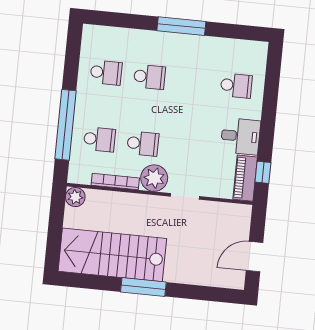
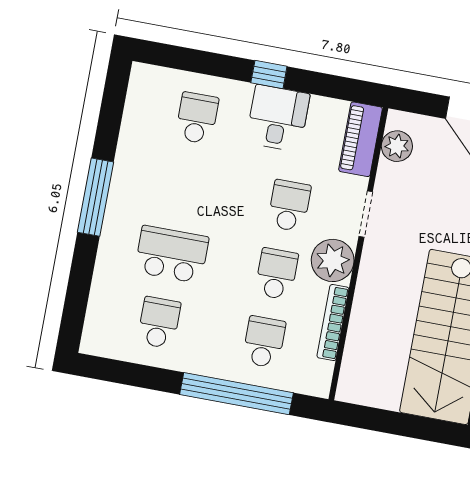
school desk: (149, 77) -> (172, 254), width x1.85
school desk: (186, 148) -> (289, 206), added
window: (263, 172) -> (269, 75), moved
piano: (245, 178) -> (361, 139), moved, turned 90
plant: (75, 197) -> (397, 146), moved

